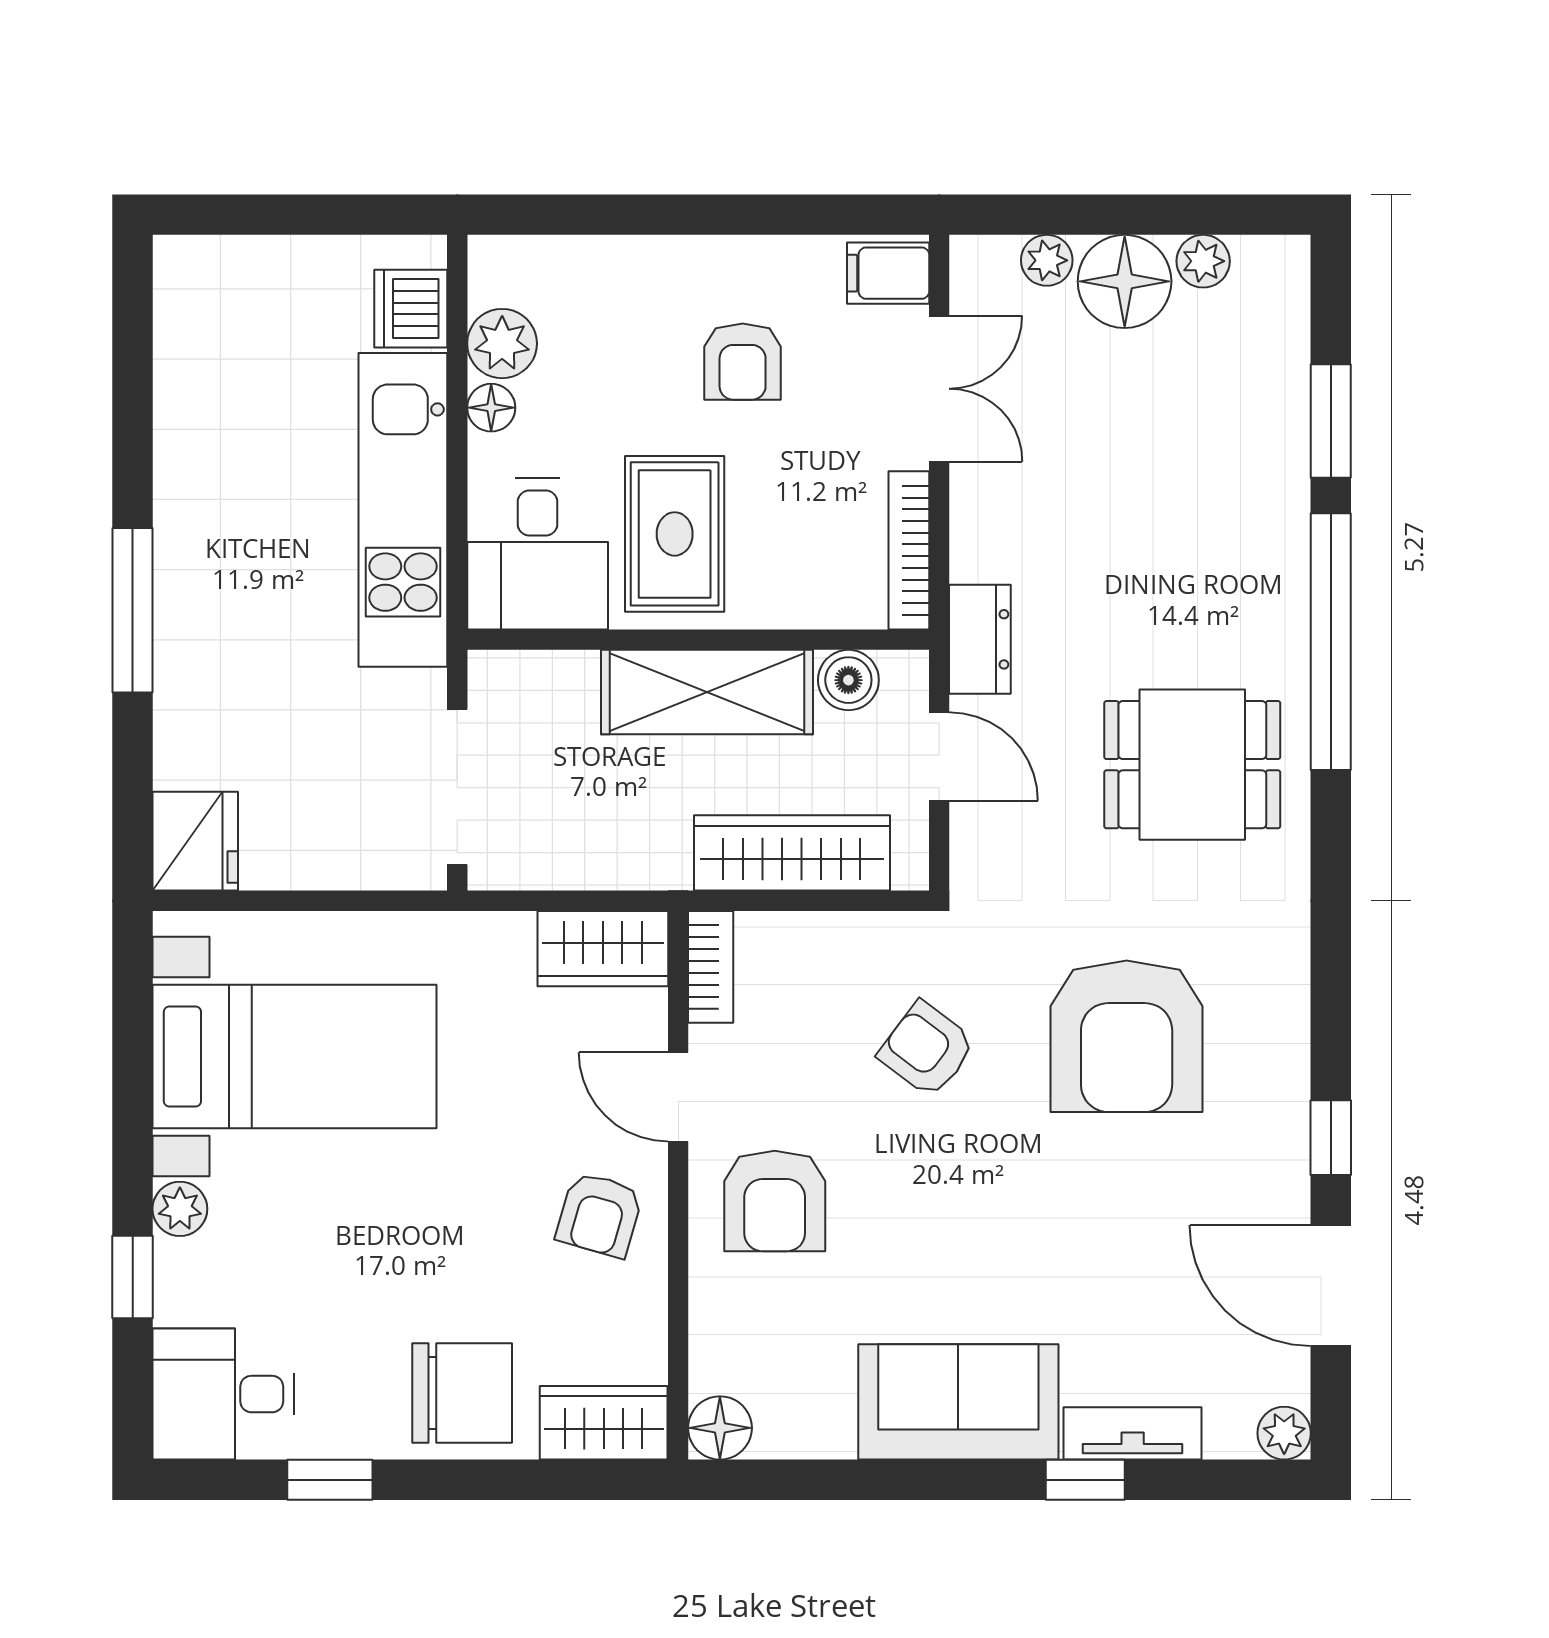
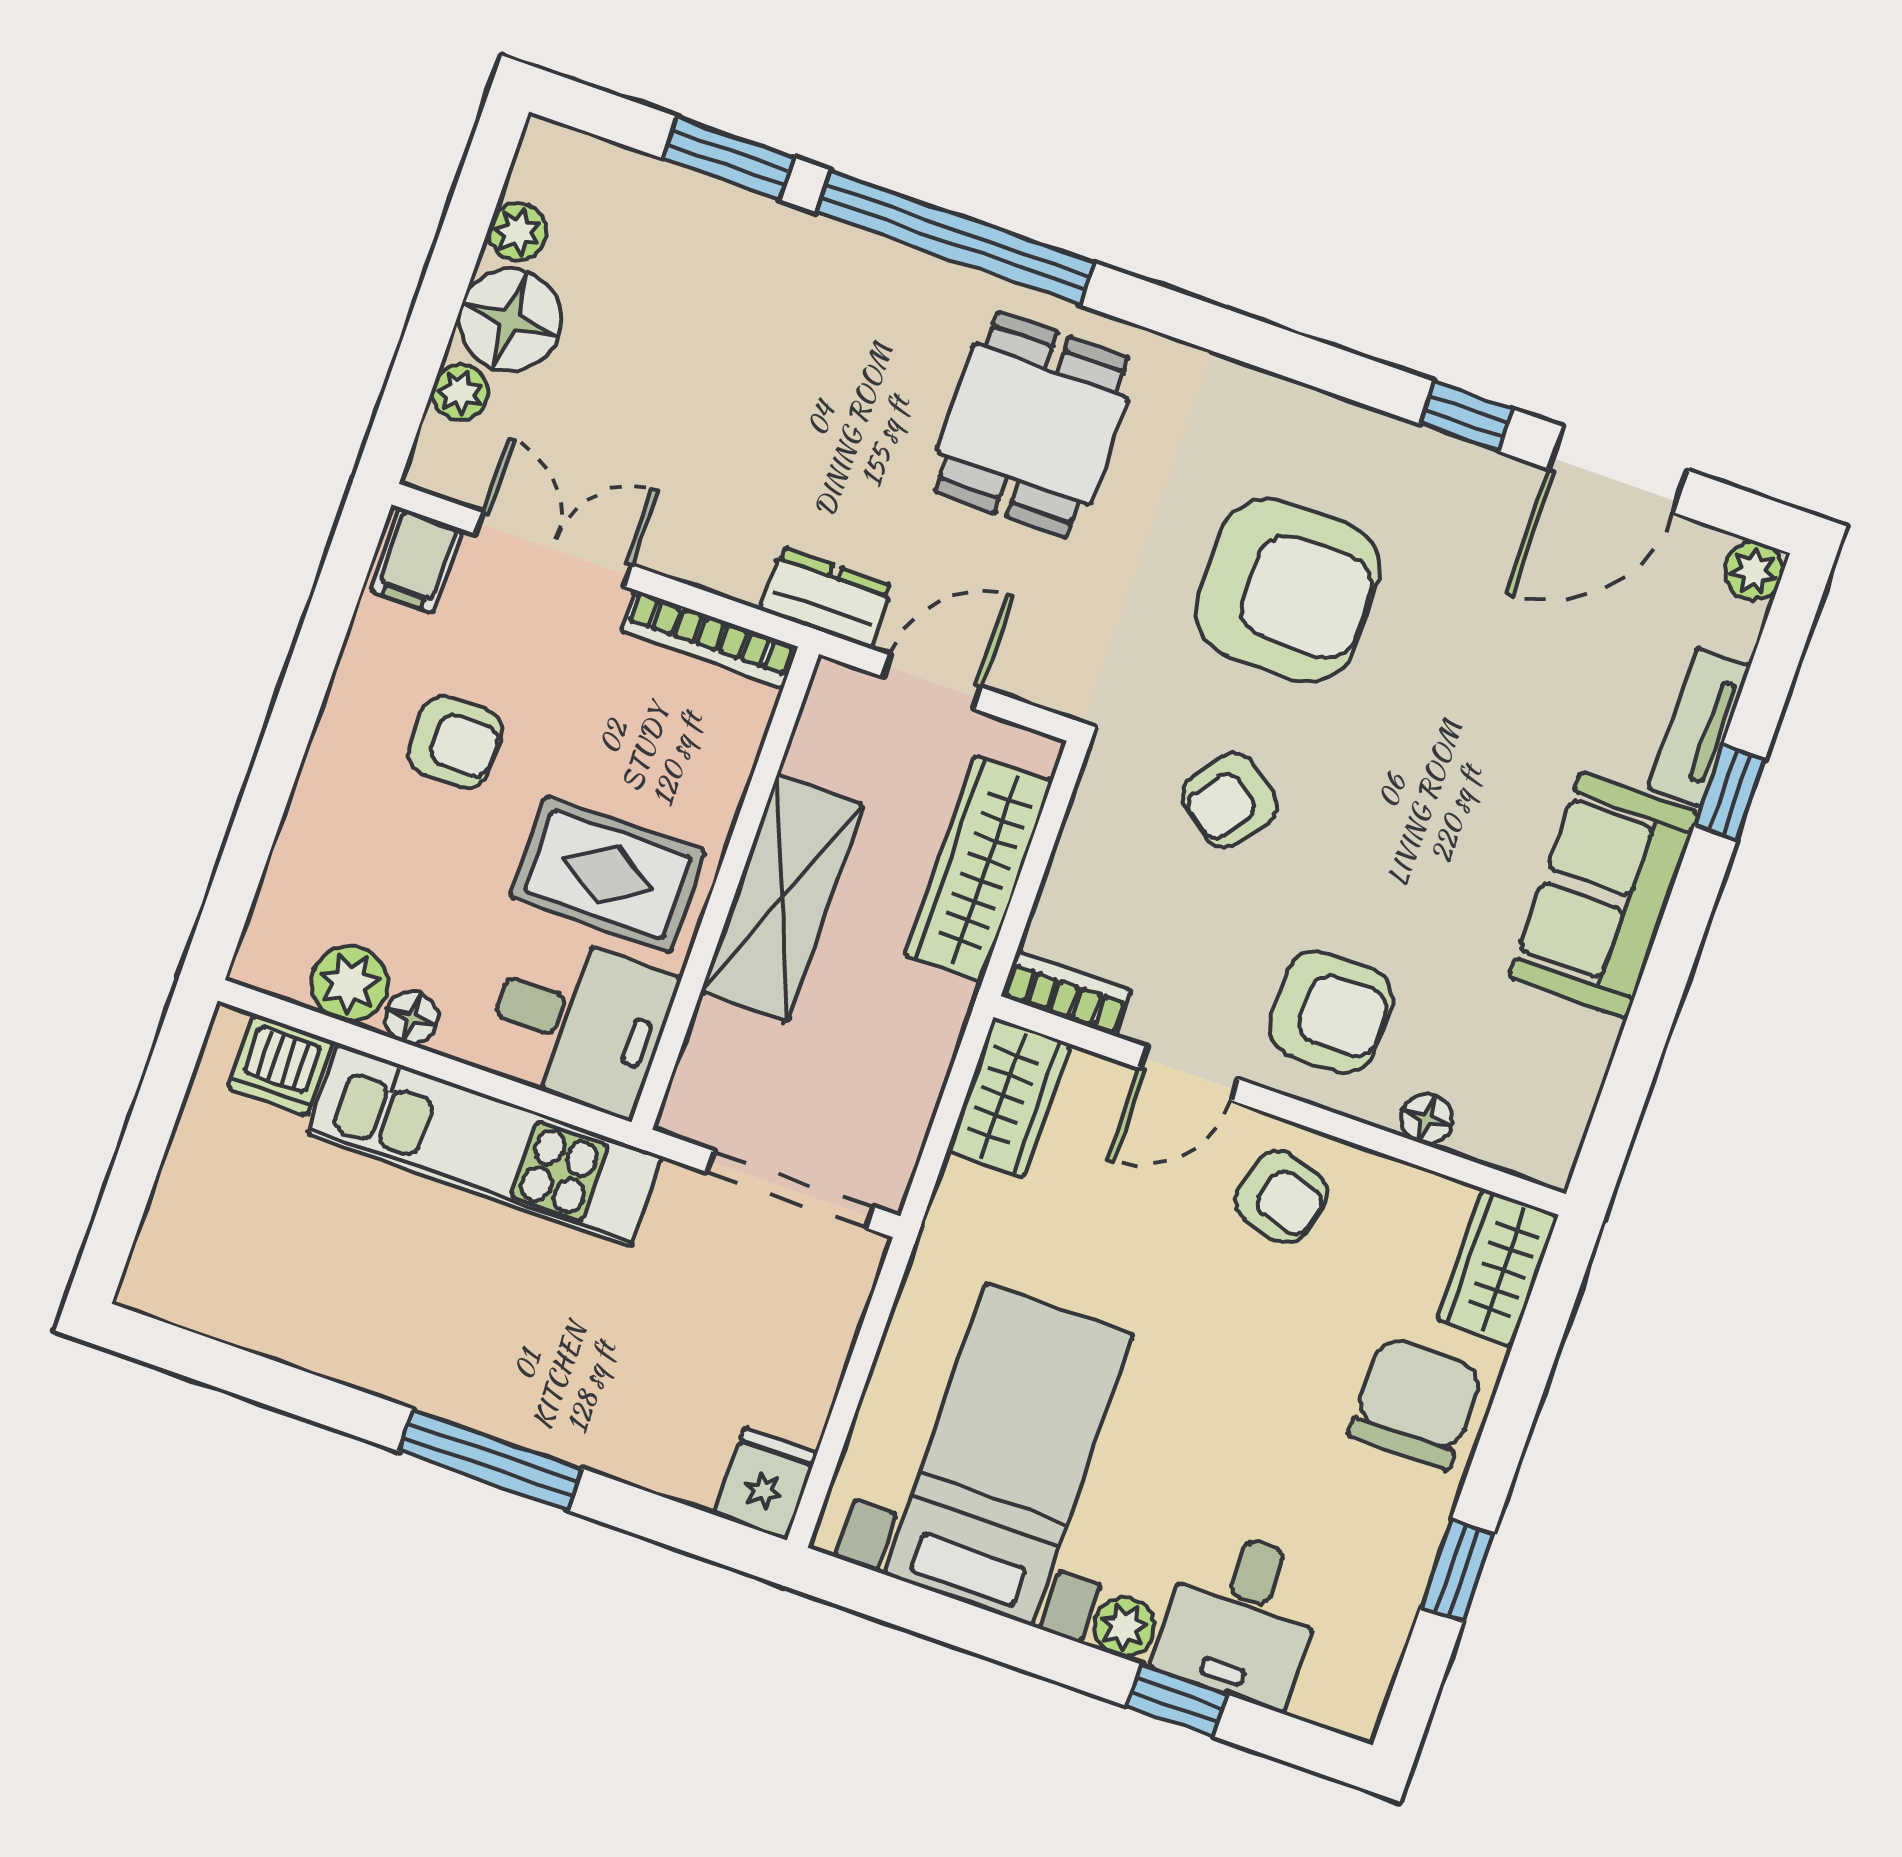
boiler: (848, 680) -> (821, 748), removed
fridge: (195, 841) -> (765, 1484), width x0.72
desk: (223, 1394) -> (1241, 1618), moved
floor lamp: (720, 1428) -> (1427, 1119), moved, width x0.73, depth x0.73

